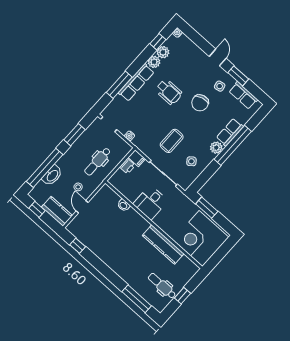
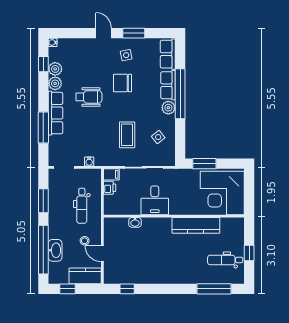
row of seats: (243, 95) -> (168, 54), moved, turned 90
chair: (200, 103) -> (122, 83), turned 104

